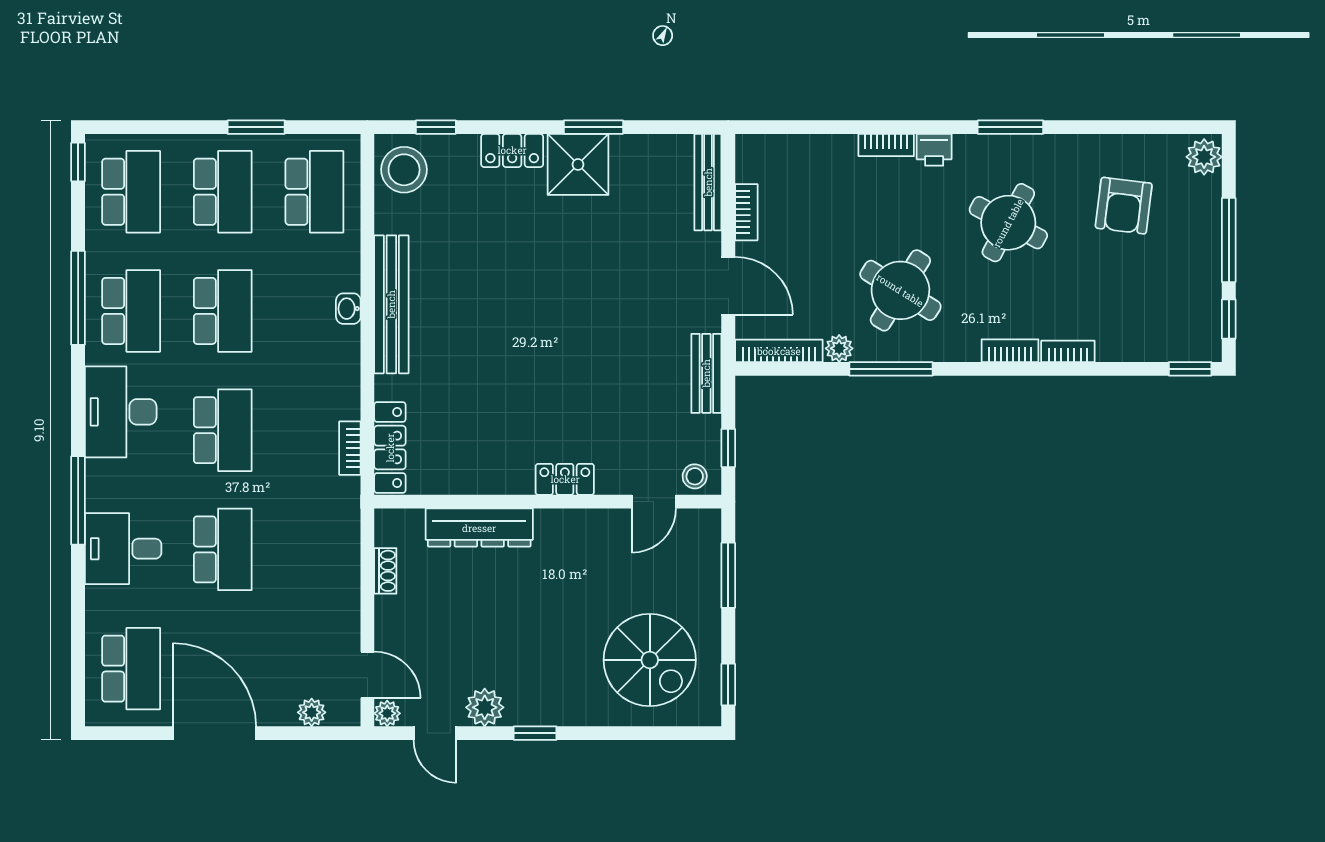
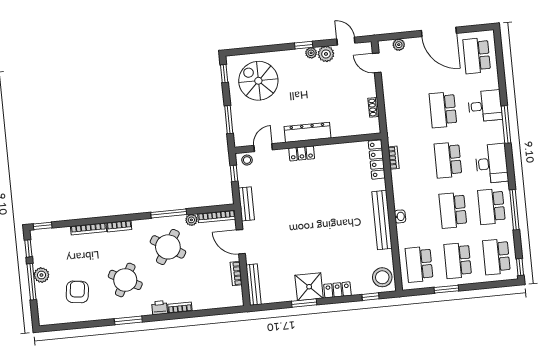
plant: (1204, 157) -> (41, 275), moved
bookcase: (1068, 351) -> (88, 229), width x1.56
dresser: (479, 528) -> (308, 132), moved
plant: (387, 713) -> (311, 53), moved

